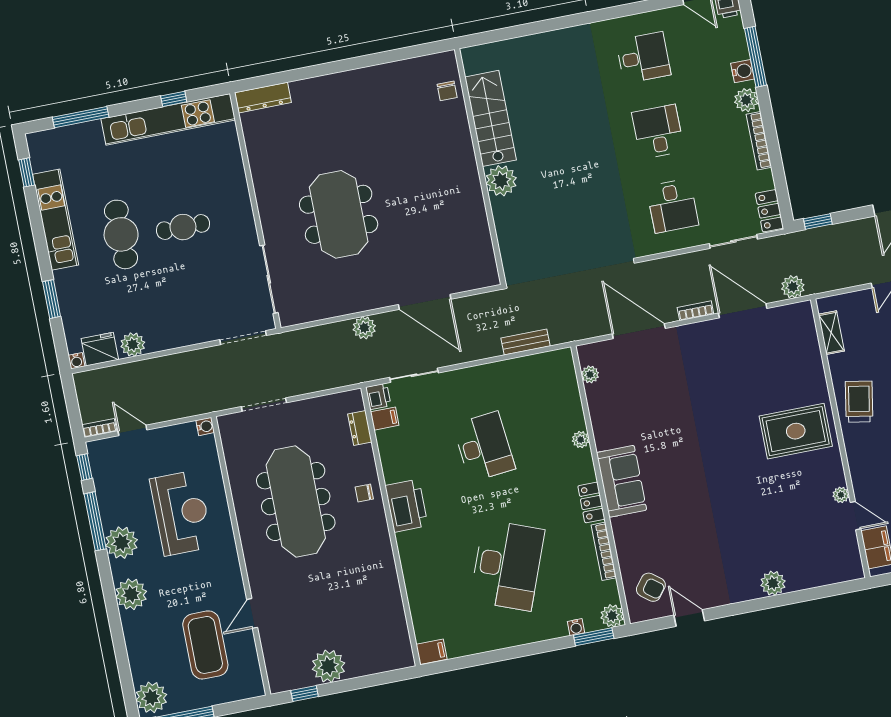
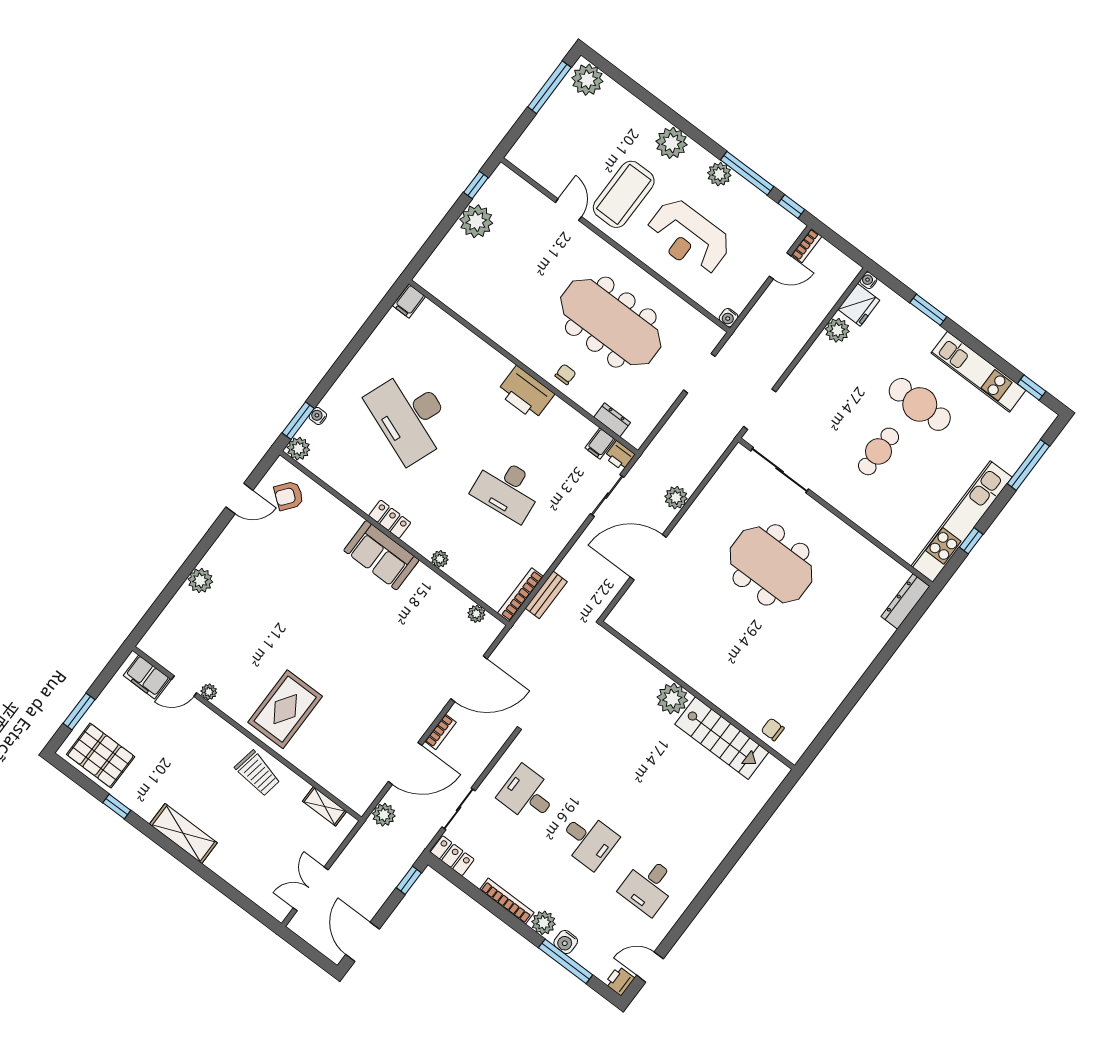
plant: (122, 543) -> (719, 174), width x0.73, depth x0.73
bookcase: (604, 551) -> (520, 595), moved, turned -90
coffee table: (205, 645) -> (624, 194), moved, turned 90

